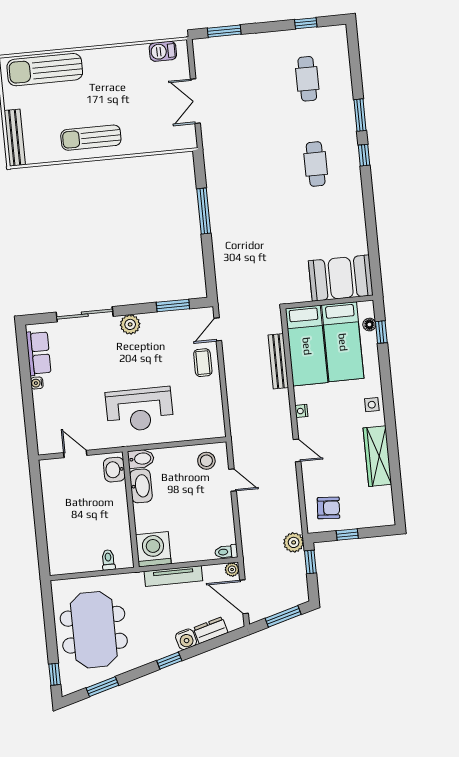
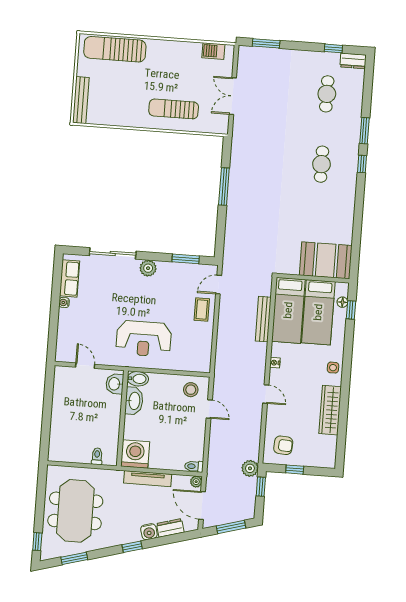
dresser: (332, 34) -> (353, 61), added
sun lounger: (91, 138) -> (174, 109), moved

